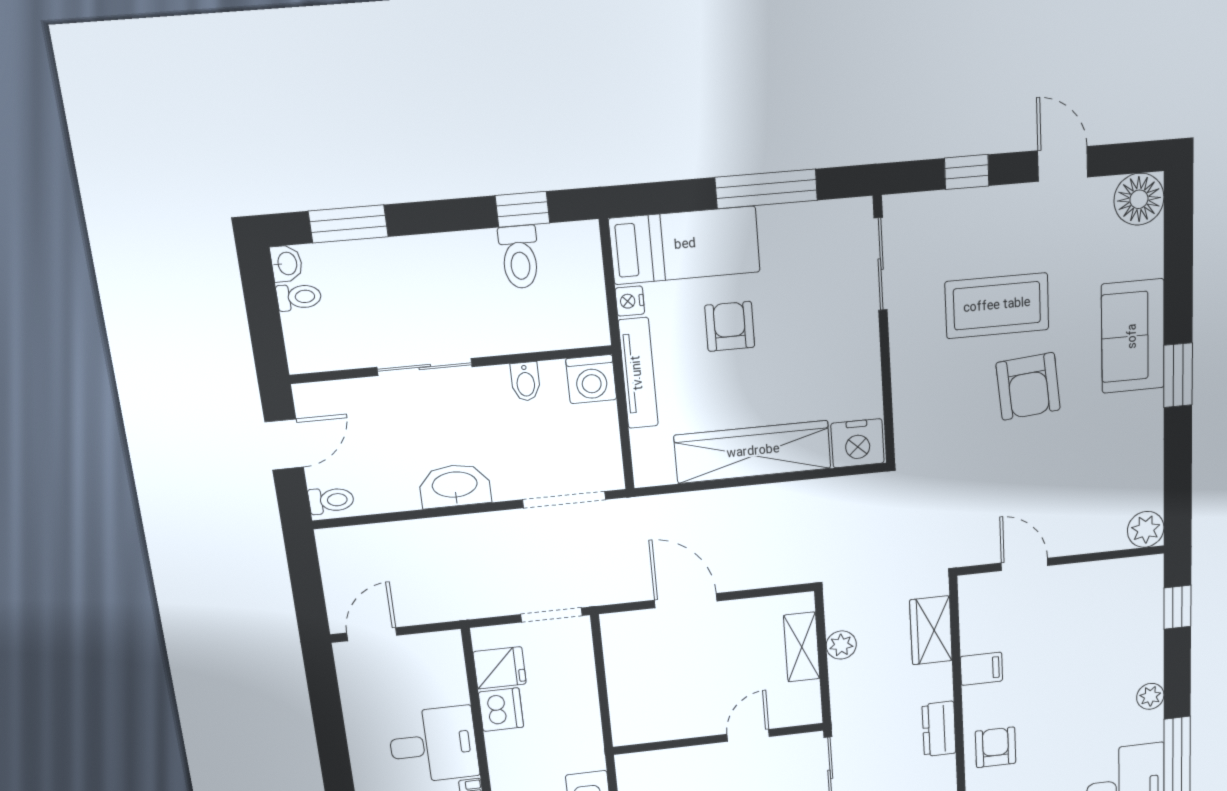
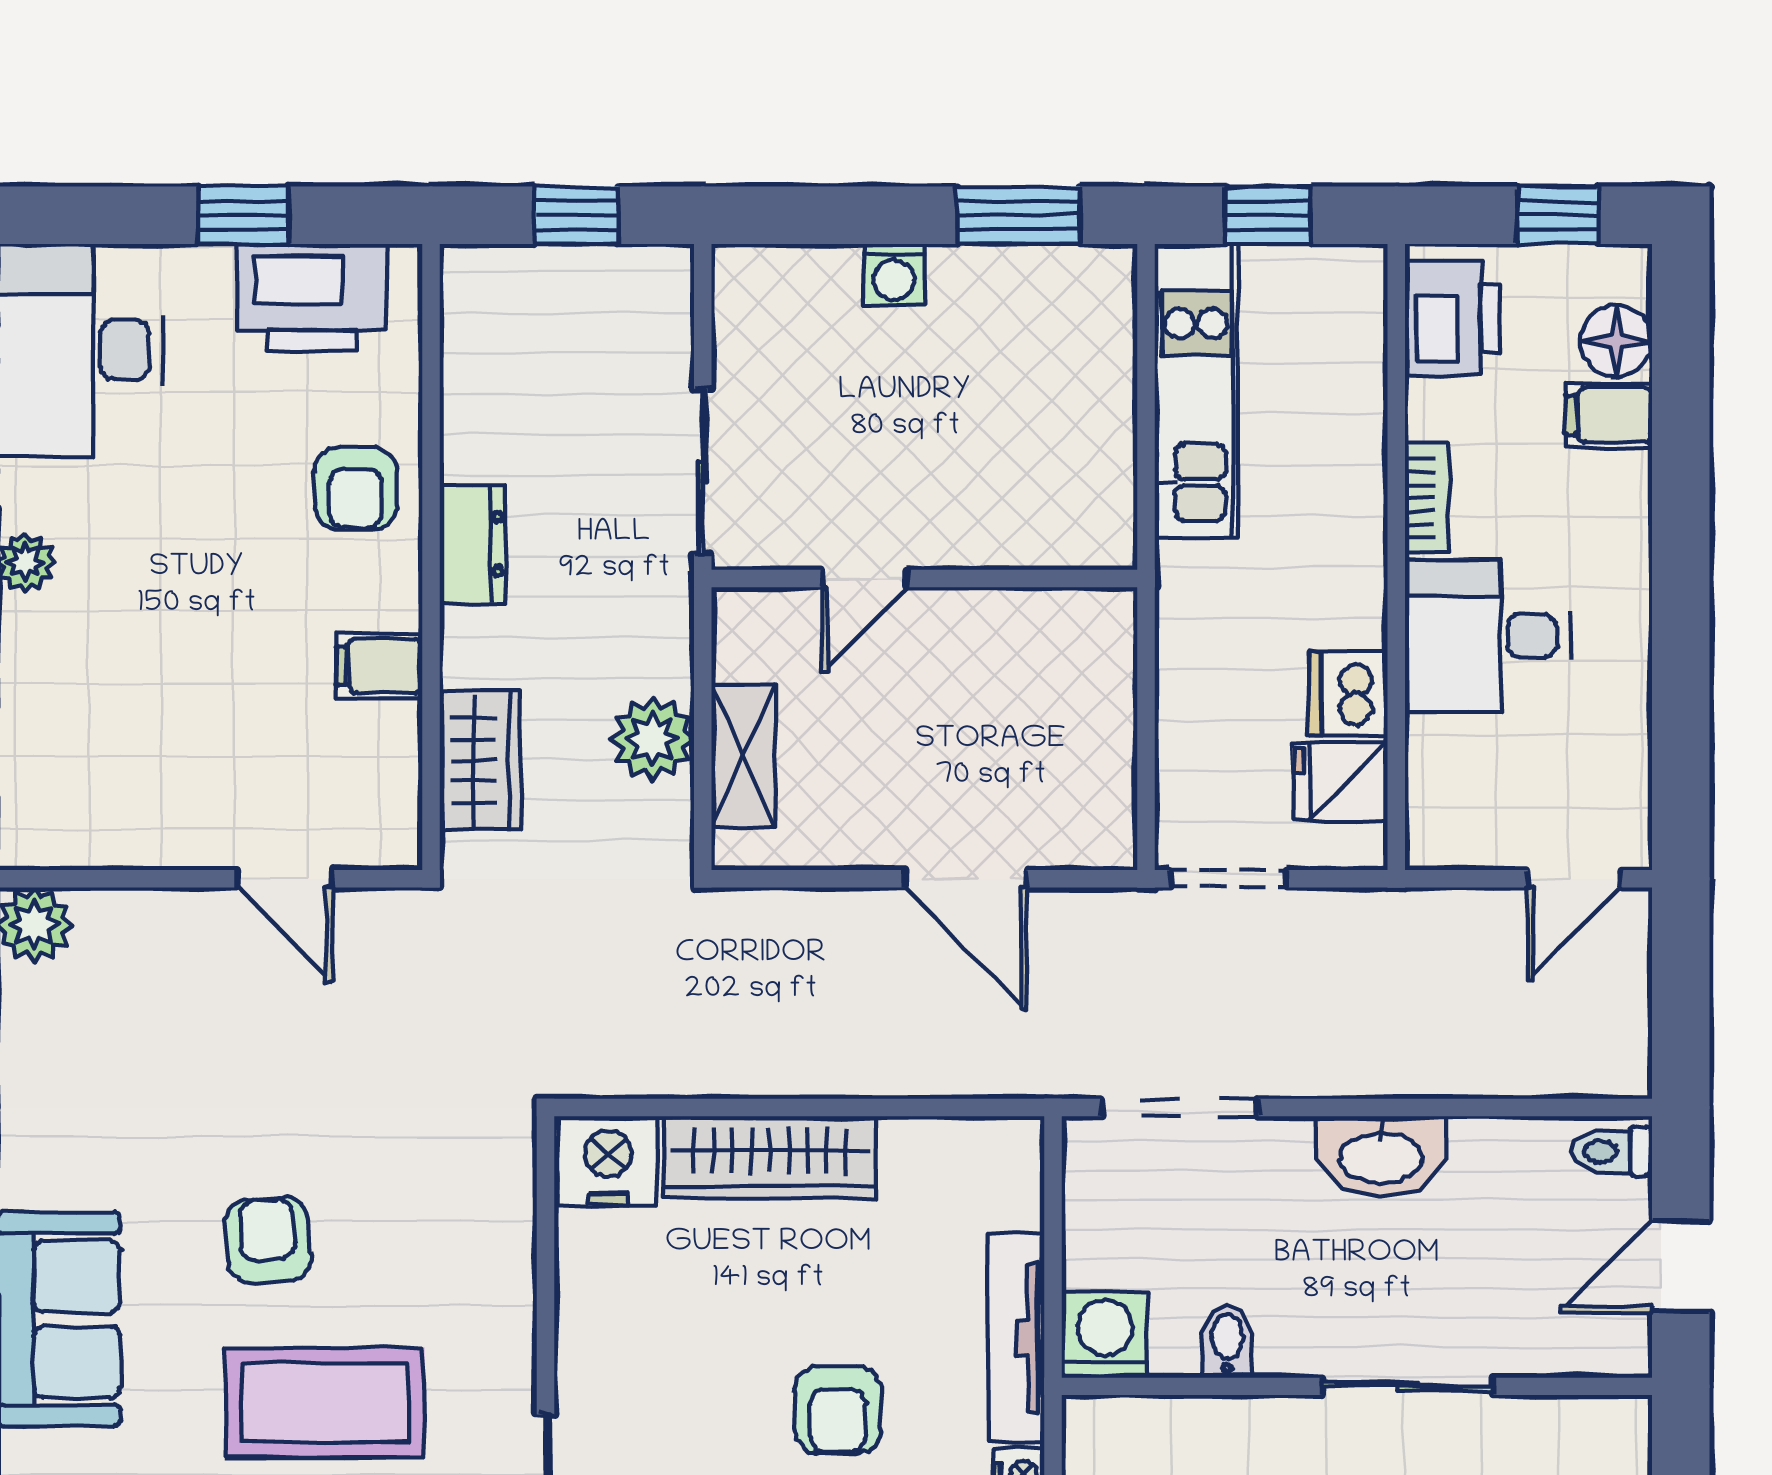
armchair: (1028, 386) -> (268, 1240), width x0.72, depth x0.72
wardrobe: (753, 452) -> (770, 1157), width x0.71, depth x0.85
plant: (841, 645) -> (652, 739), width x1.38, depth x1.38

